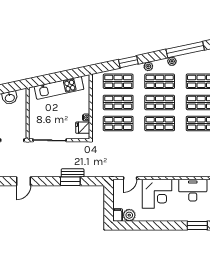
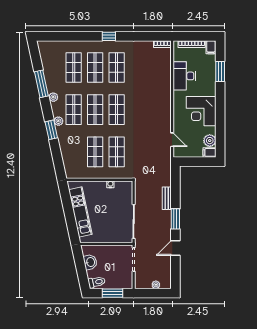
window: (185, 50) -> (41, 84), width x0.68
window: (128, 62) -> (51, 130), moved
shop shelf: (118, 81) -> (74, 152), removed
fridge: (83, 128) -> (121, 188), removed
door: (24, 181) -> (175, 248), swing flipped
window: (70, 181) -> (175, 219), moved
corner desk: (157, 194) -> (201, 111), moved, turned 180

